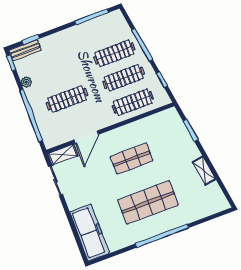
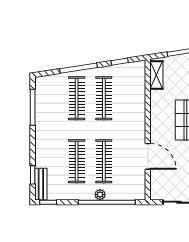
plant: (26, 82) -> (100, 195), moved
clothes rail: (133, 102) -> (77, 161), moved
shelving: (63, 155) -> (156, 75), moved

